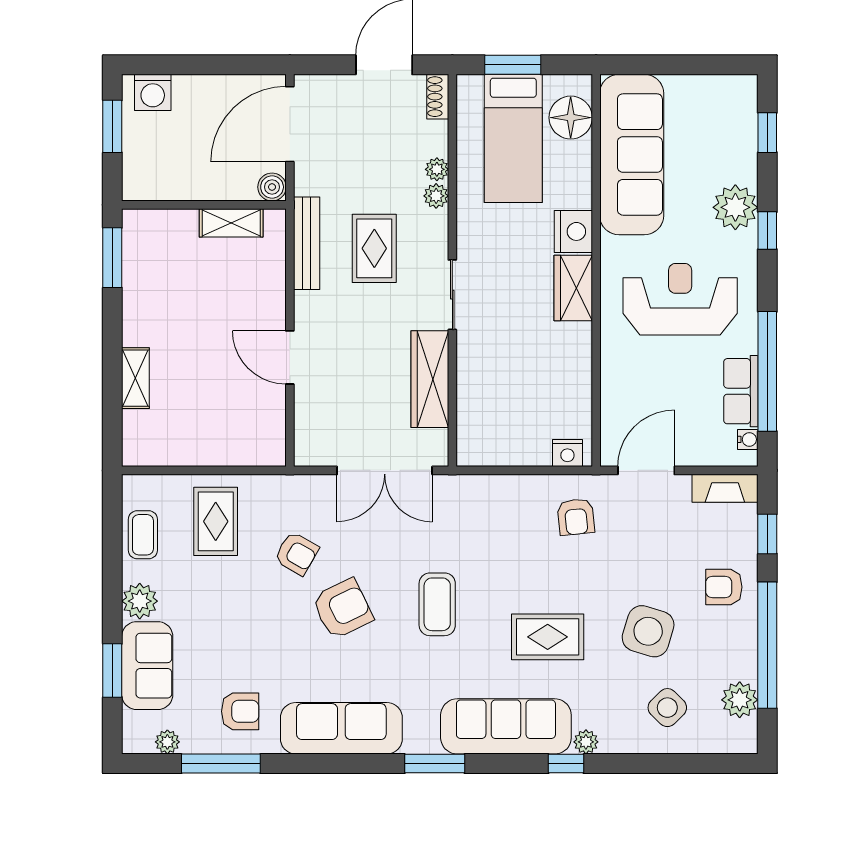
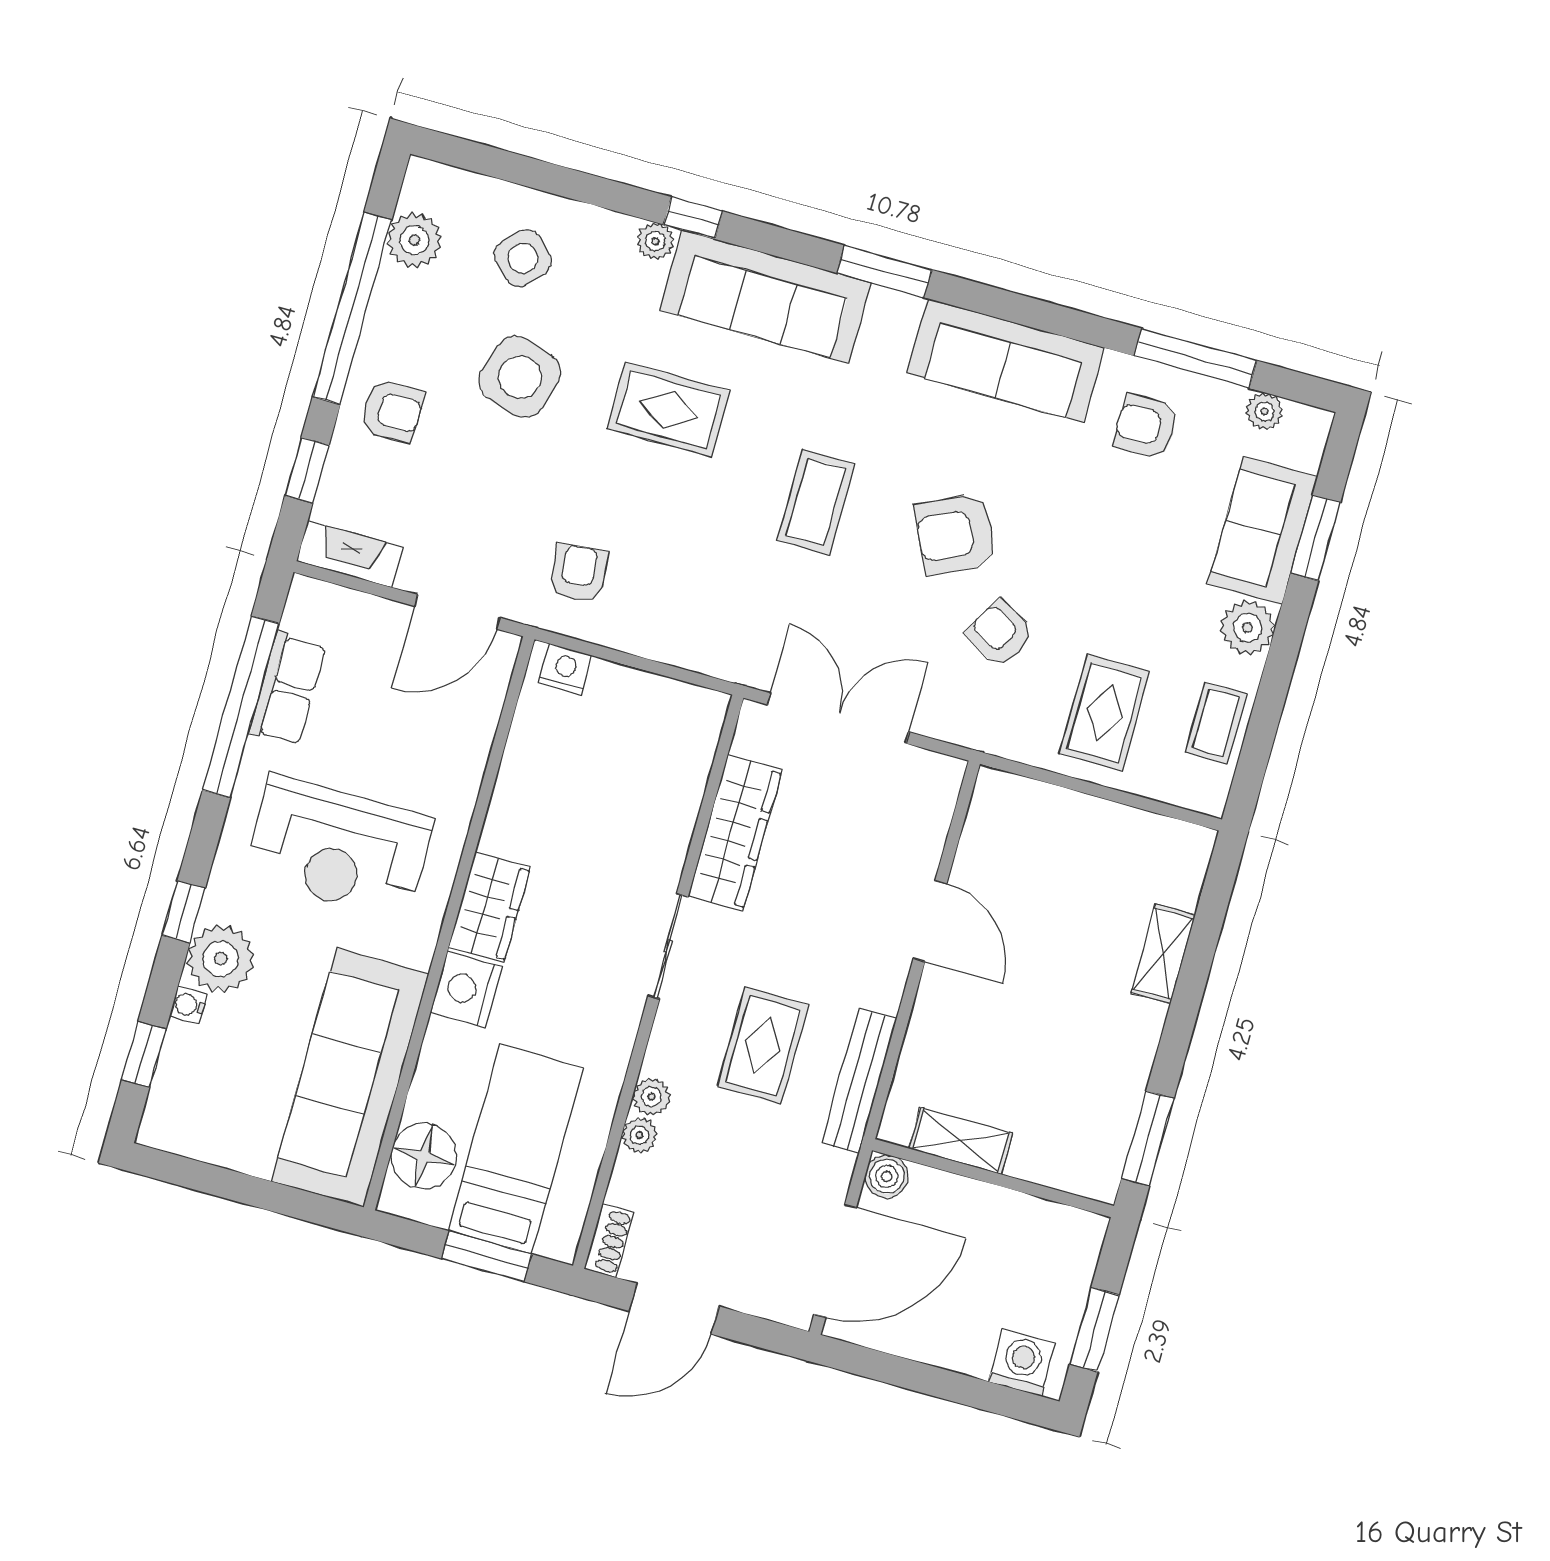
water cooler: (748, 439) -> (188, 1005), moved

